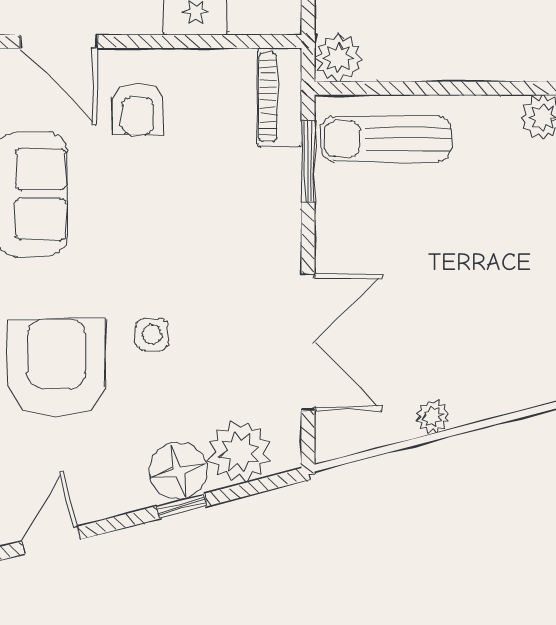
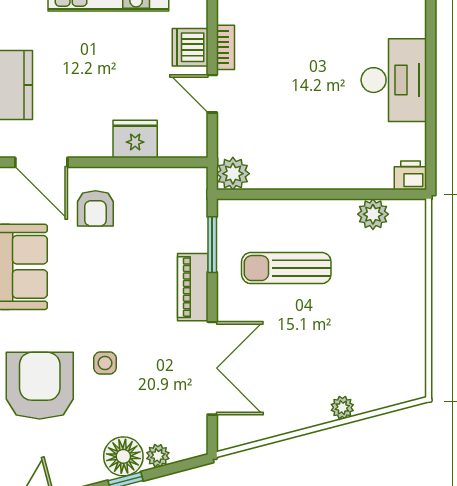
piano: (280, 97) -> (193, 287), moved
sun lounger: (386, 139) -> (286, 268), moved
plant: (433, 417) -> (342, 408), moved
plant: (239, 452) -> (158, 456), width x0.53, depth x0.53

